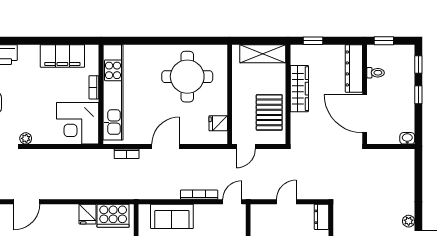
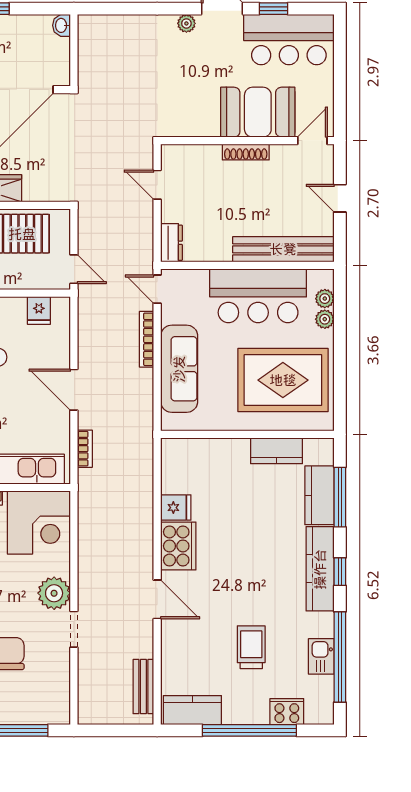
plant: (26, 138) -> (54, 593), width x1.88, depth x1.88
door: (286, 202) -> (157, 185), moved
cooker: (113, 216) -> (178, 546), moved
sofa: (172, 216) -> (179, 369), width x1.36
dresser: (321, 217) -> (171, 243), moved, turned -90

